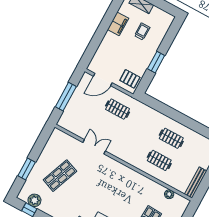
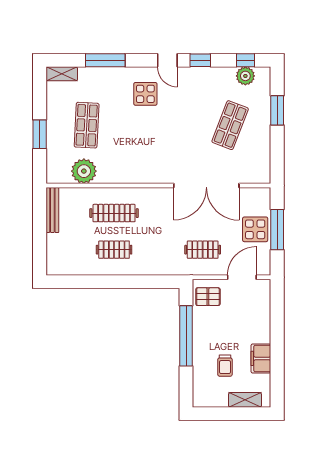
window: (156, 62) -> (186, 336), width x2.11
display table: (79, 104) -> (255, 229), added
double door: (94, 147) -> (206, 186), width x1.87
clothes rail: (159, 160) -> (114, 213), width x1.36
plant: (169, 194) -> (84, 171), width x1.87, depth x1.87

